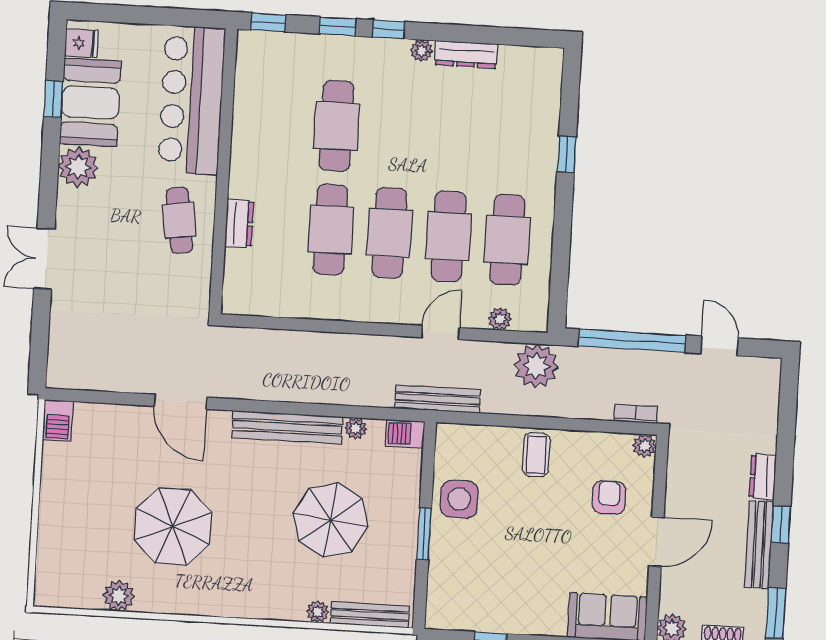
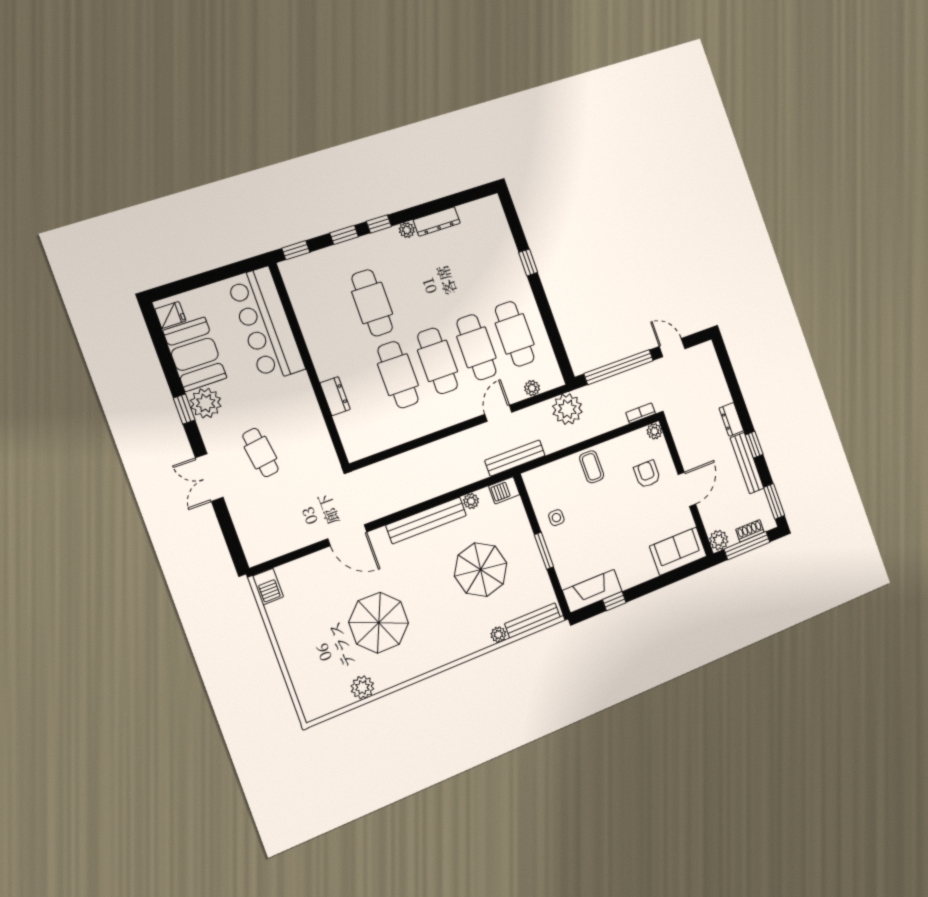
window: (53, 99) -> (184, 409), moved
cafe table: (179, 220) -> (261, 453), moved
side table: (459, 499) -> (556, 518), width x0.54, depth x0.54
fireplace: (466, 615) -> (592, 591), added

